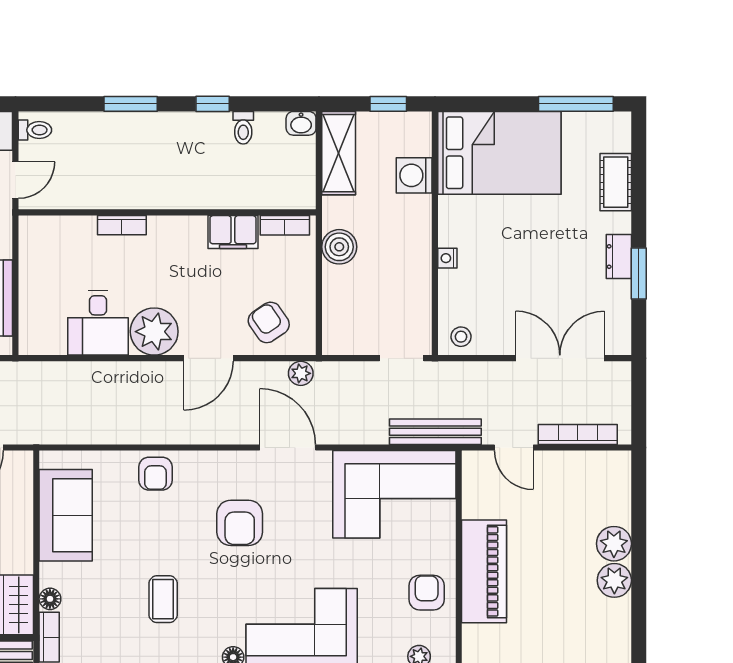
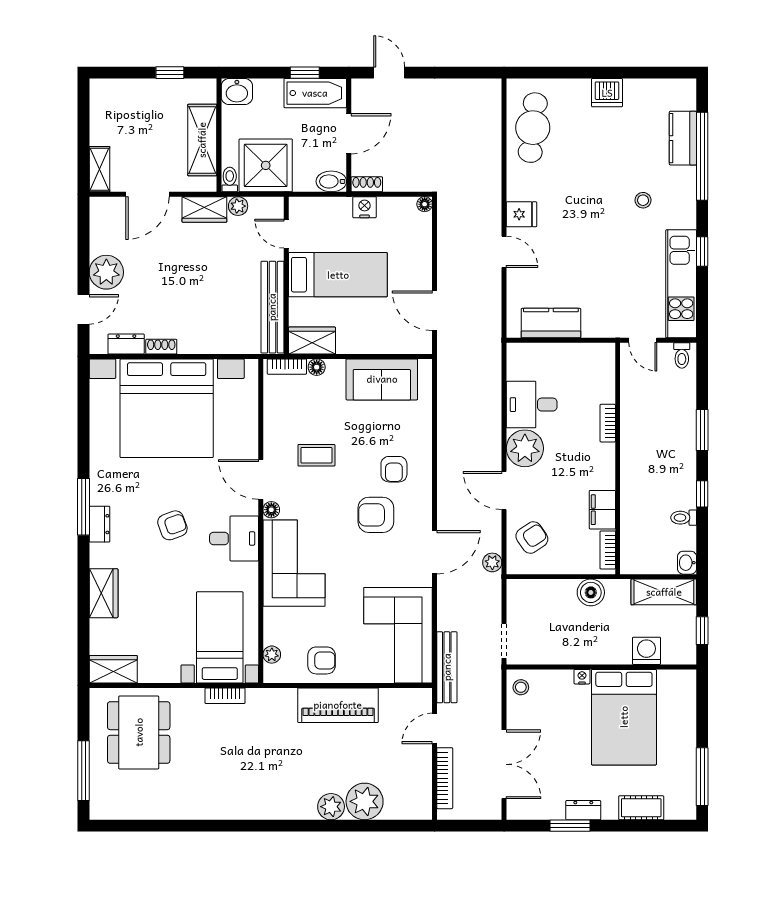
bed: (499, 153) -> (624, 717), moved
armchair: (155, 474) -> (394, 469), moved, turned -90
plant: (614, 544) -> (365, 801), width x1.36, depth x1.36

